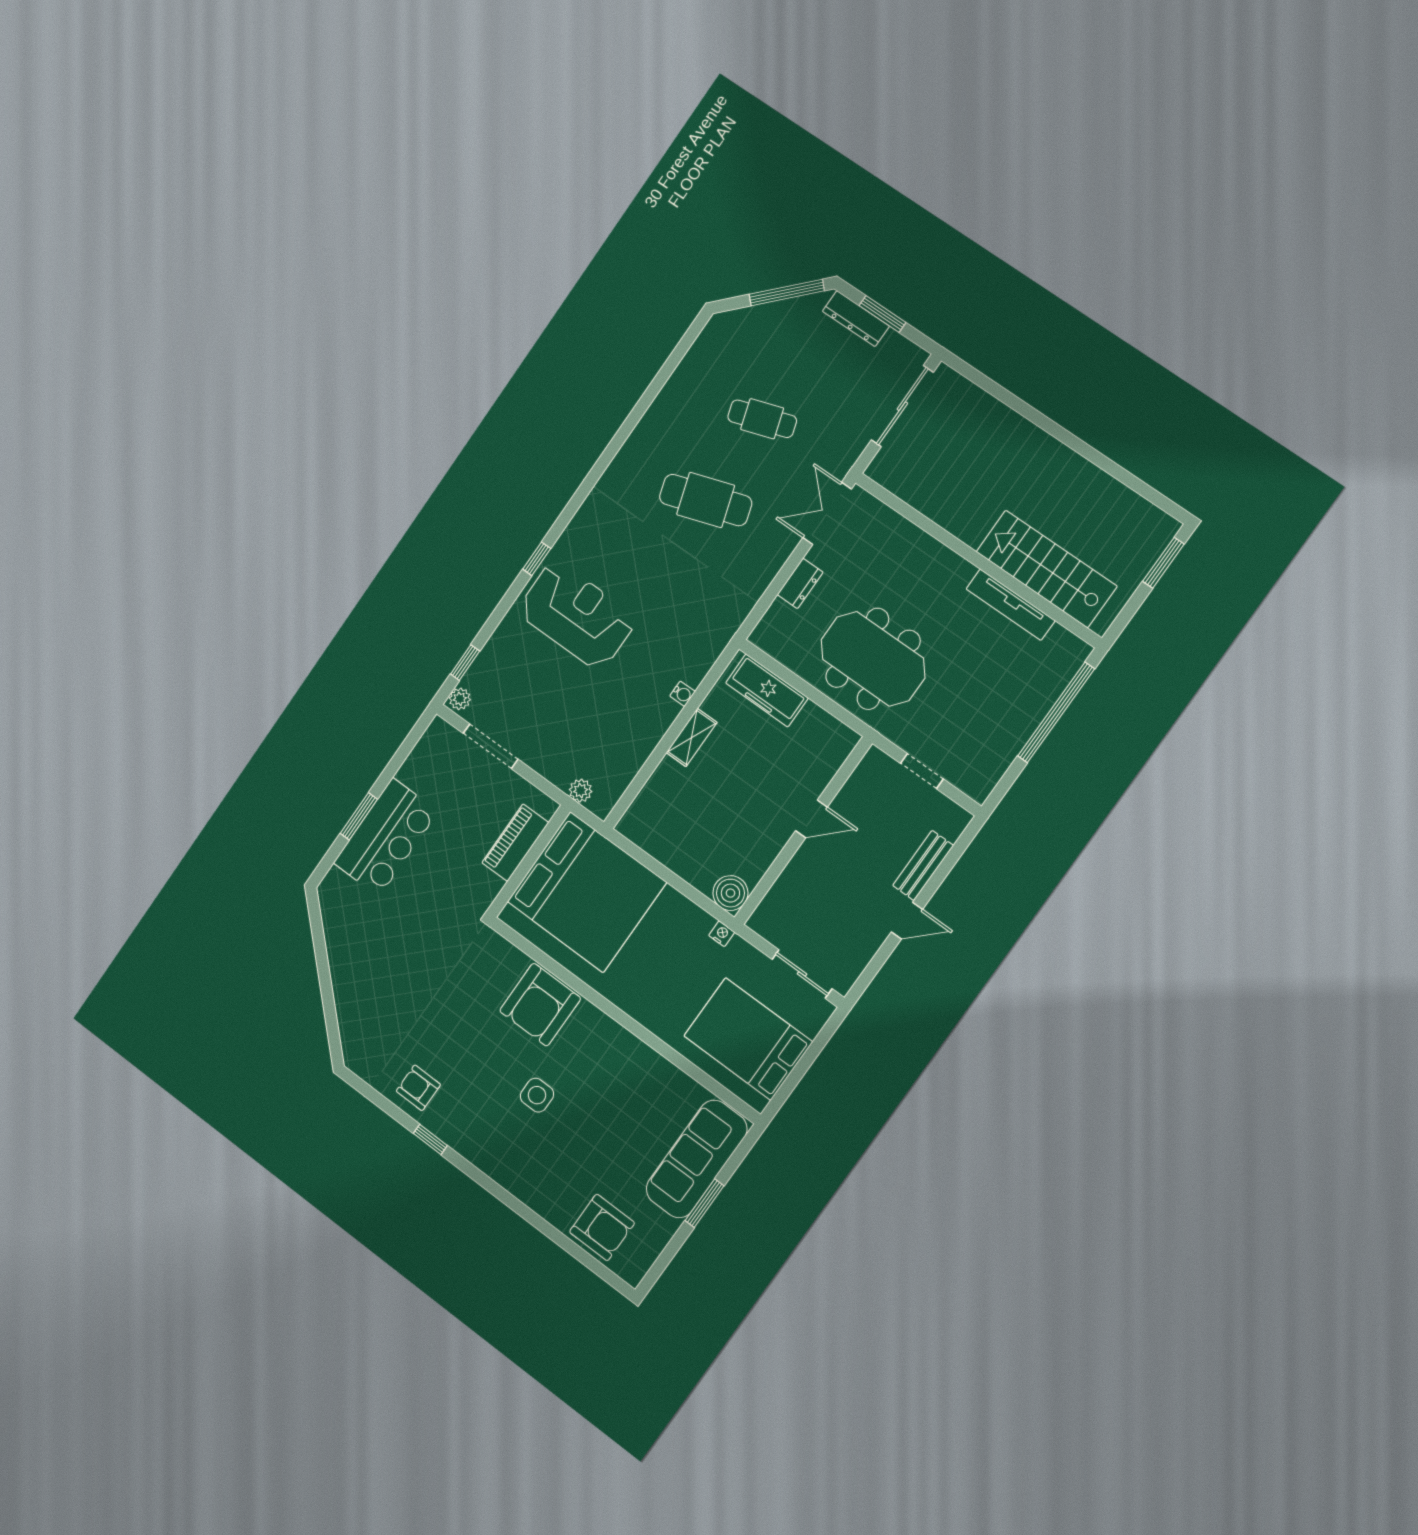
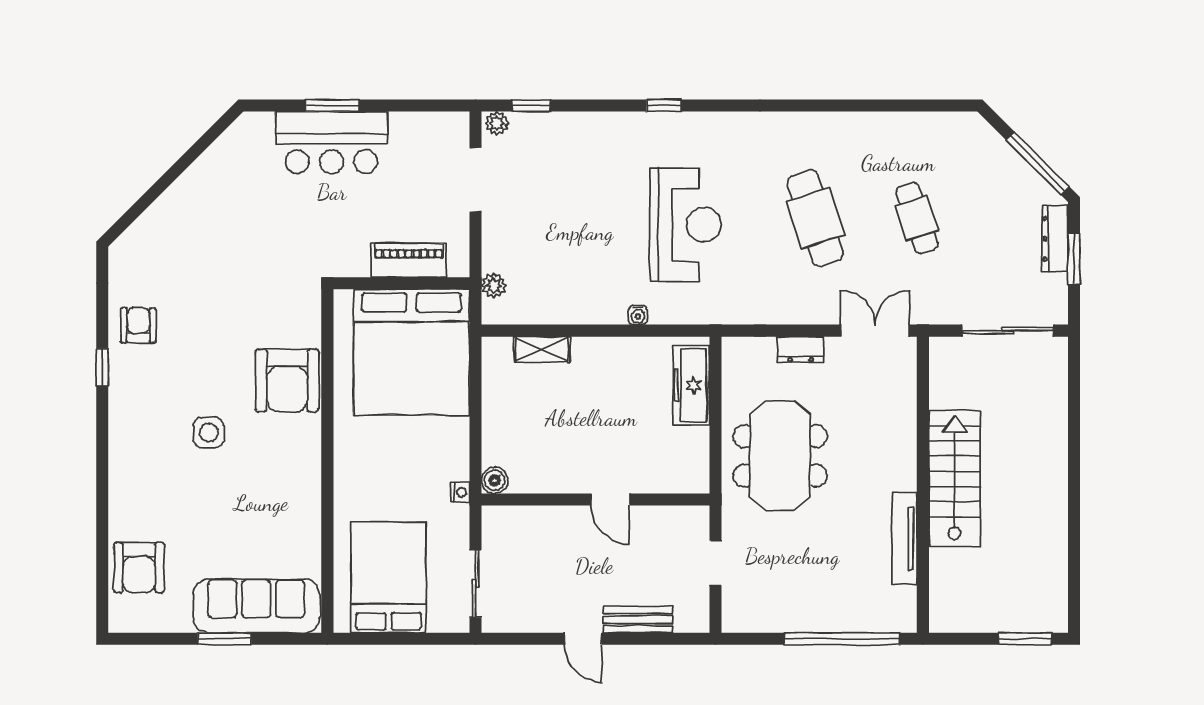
stairs: (1046, 569) -> (955, 479), moved
reception desk: (577, 615) -> (685, 225), moved
shelving: (692, 738) -> (542, 349), moved
boiler: (730, 893) -> (495, 480), width x0.73, depth x0.73
armchair: (540, 1005) -> (287, 380), turned -90

